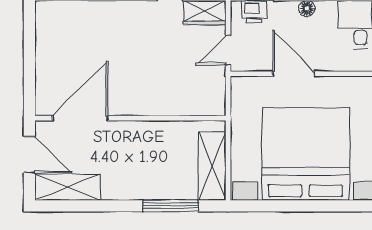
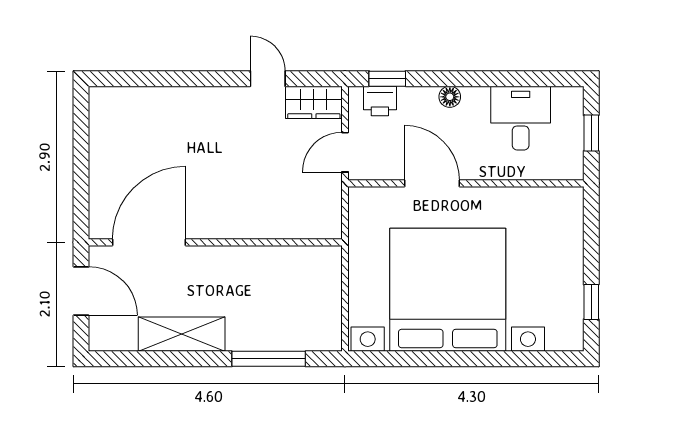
shelving: (212, 166) -> (324, 306), removed
shelving: (67, 187) -> (182, 334), moved

